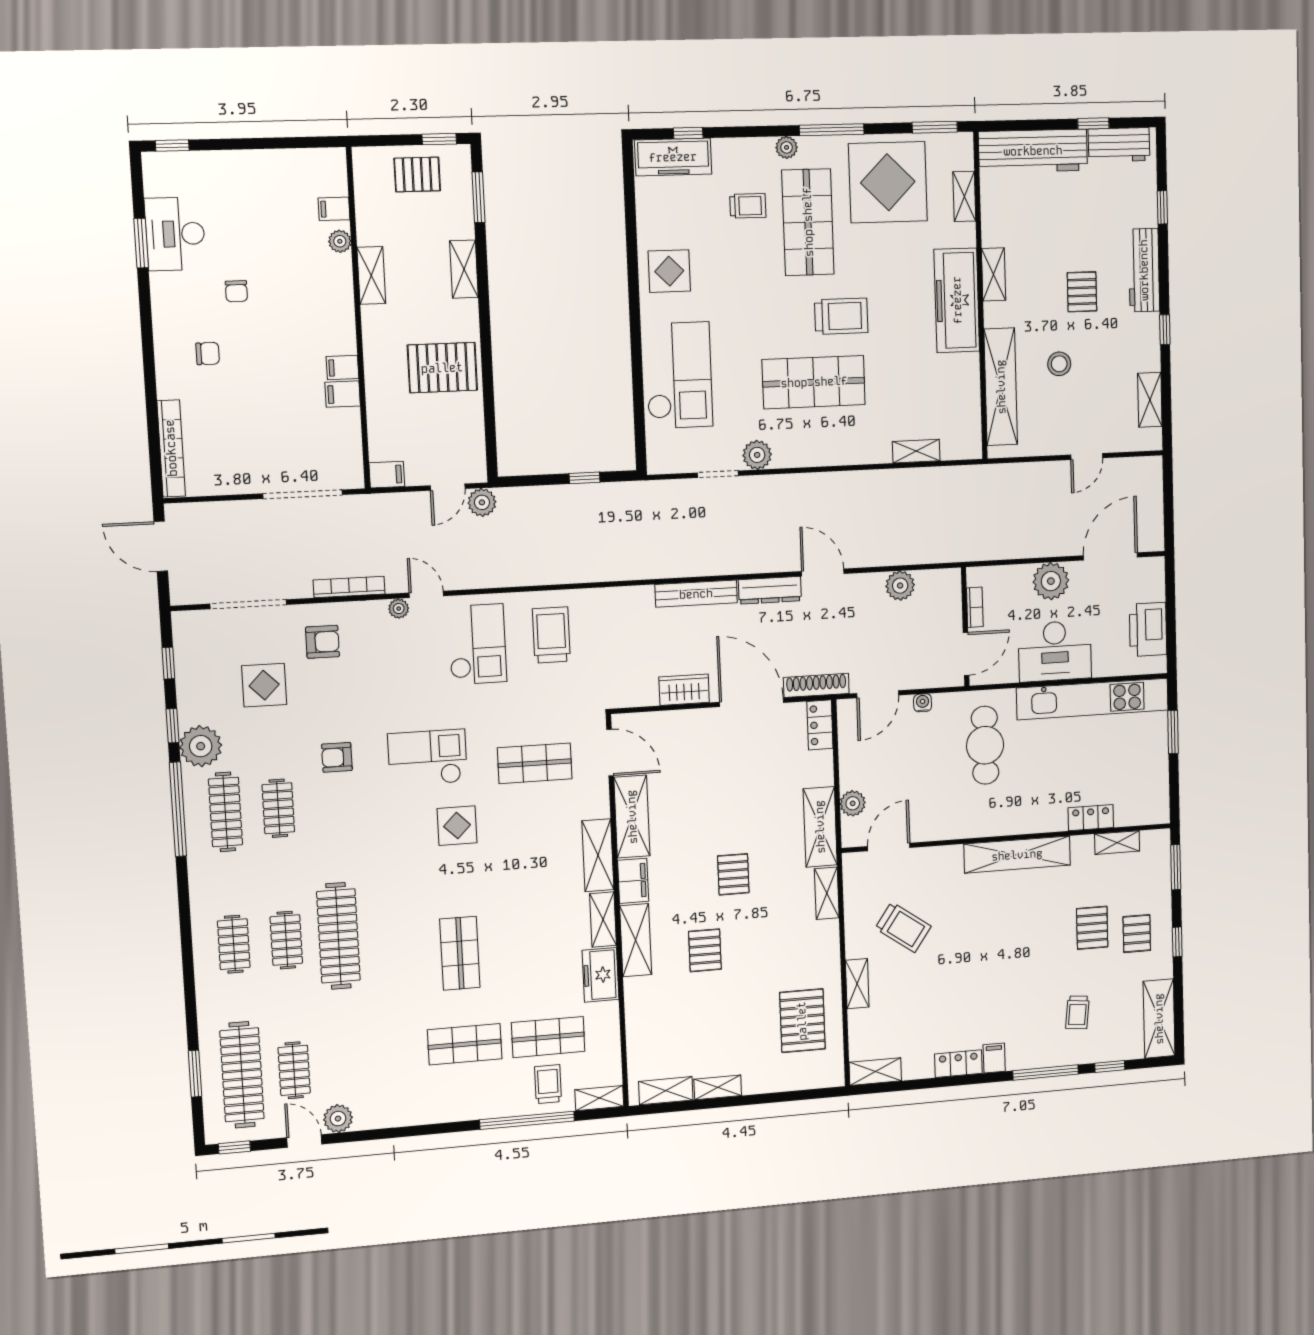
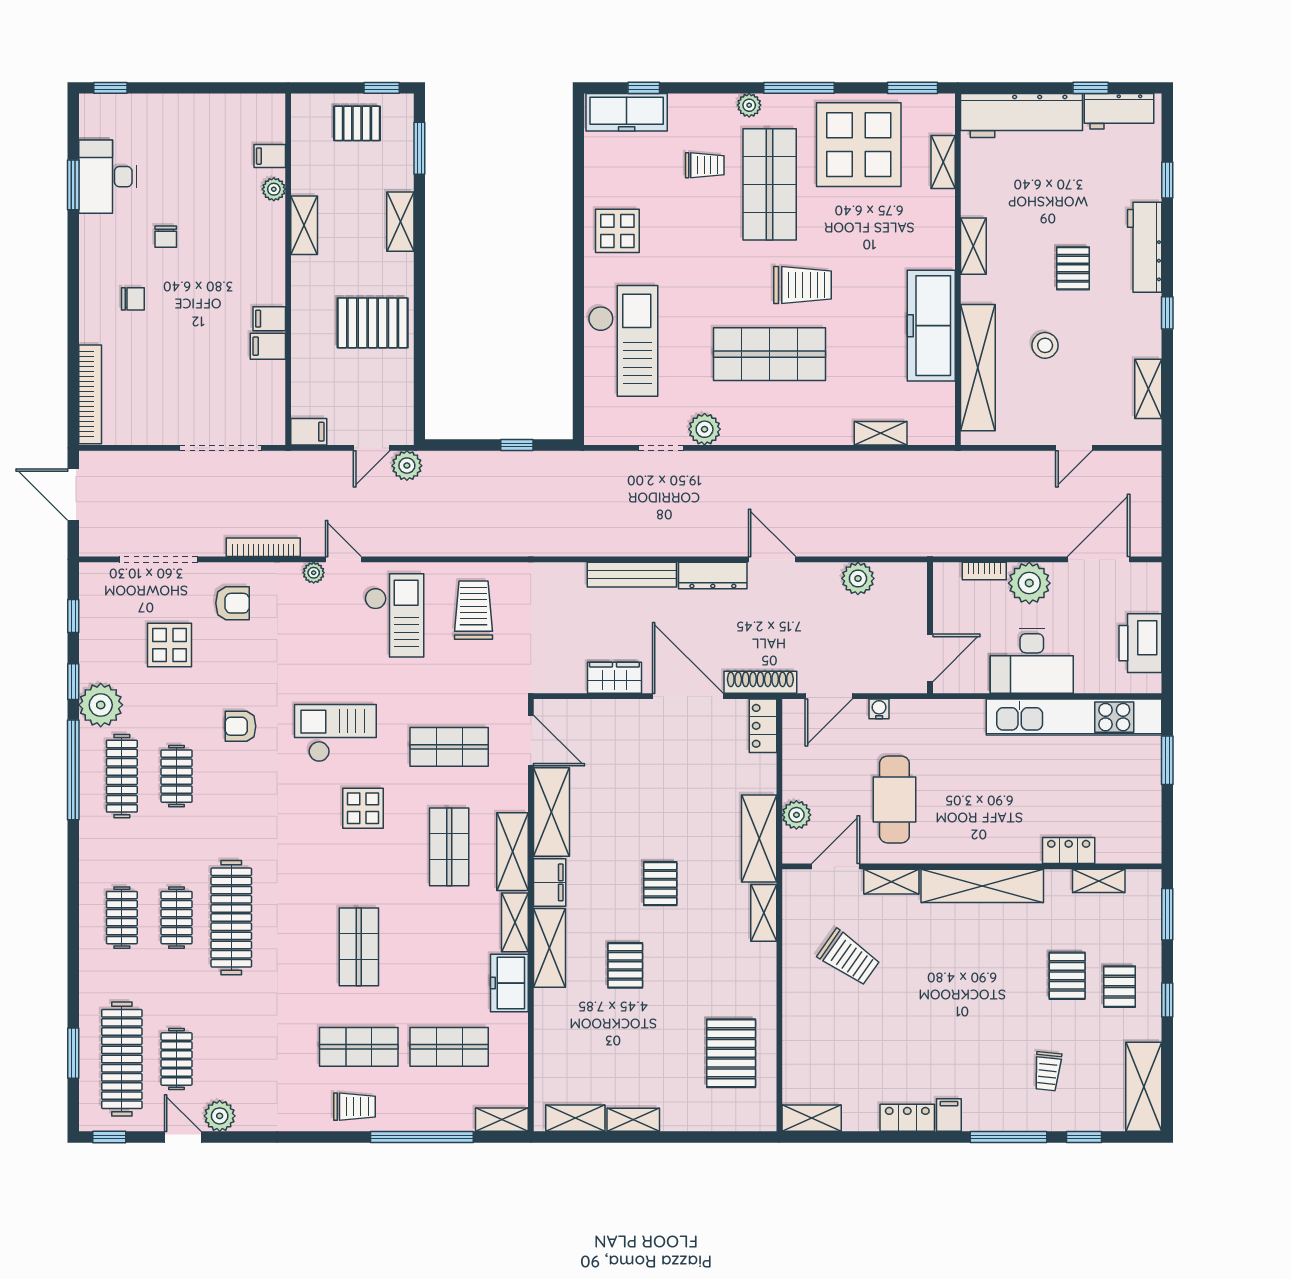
freezer: (957, 300) -> (931, 326), moved
bookcase: (975, 607) -> (984, 571), moved, turned 90
cafe table: (985, 745) -> (894, 799), moved
shop shelf: (539, 855) -> (449, 847), added
shelving: (857, 984) -> (891, 882), moved, turned 90
trolley: (548, 1084) -> (354, 1107), moved, turned 90

